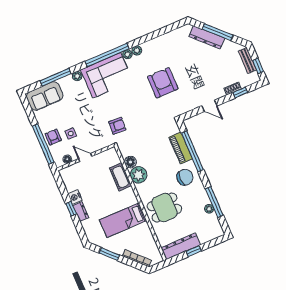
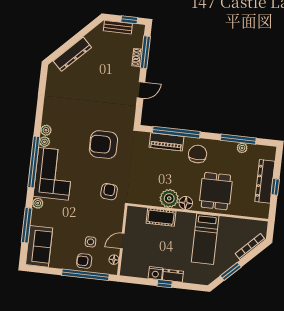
window: (218, 32) -> (73, 41), removed
armchair: (163, 83) -> (103, 145), moved
window: (240, 93) -> (145, 52), width x2.17
floor lamp: (130, 162) -> (186, 203), moved
dresser: (181, 246) -> (265, 181), moved

